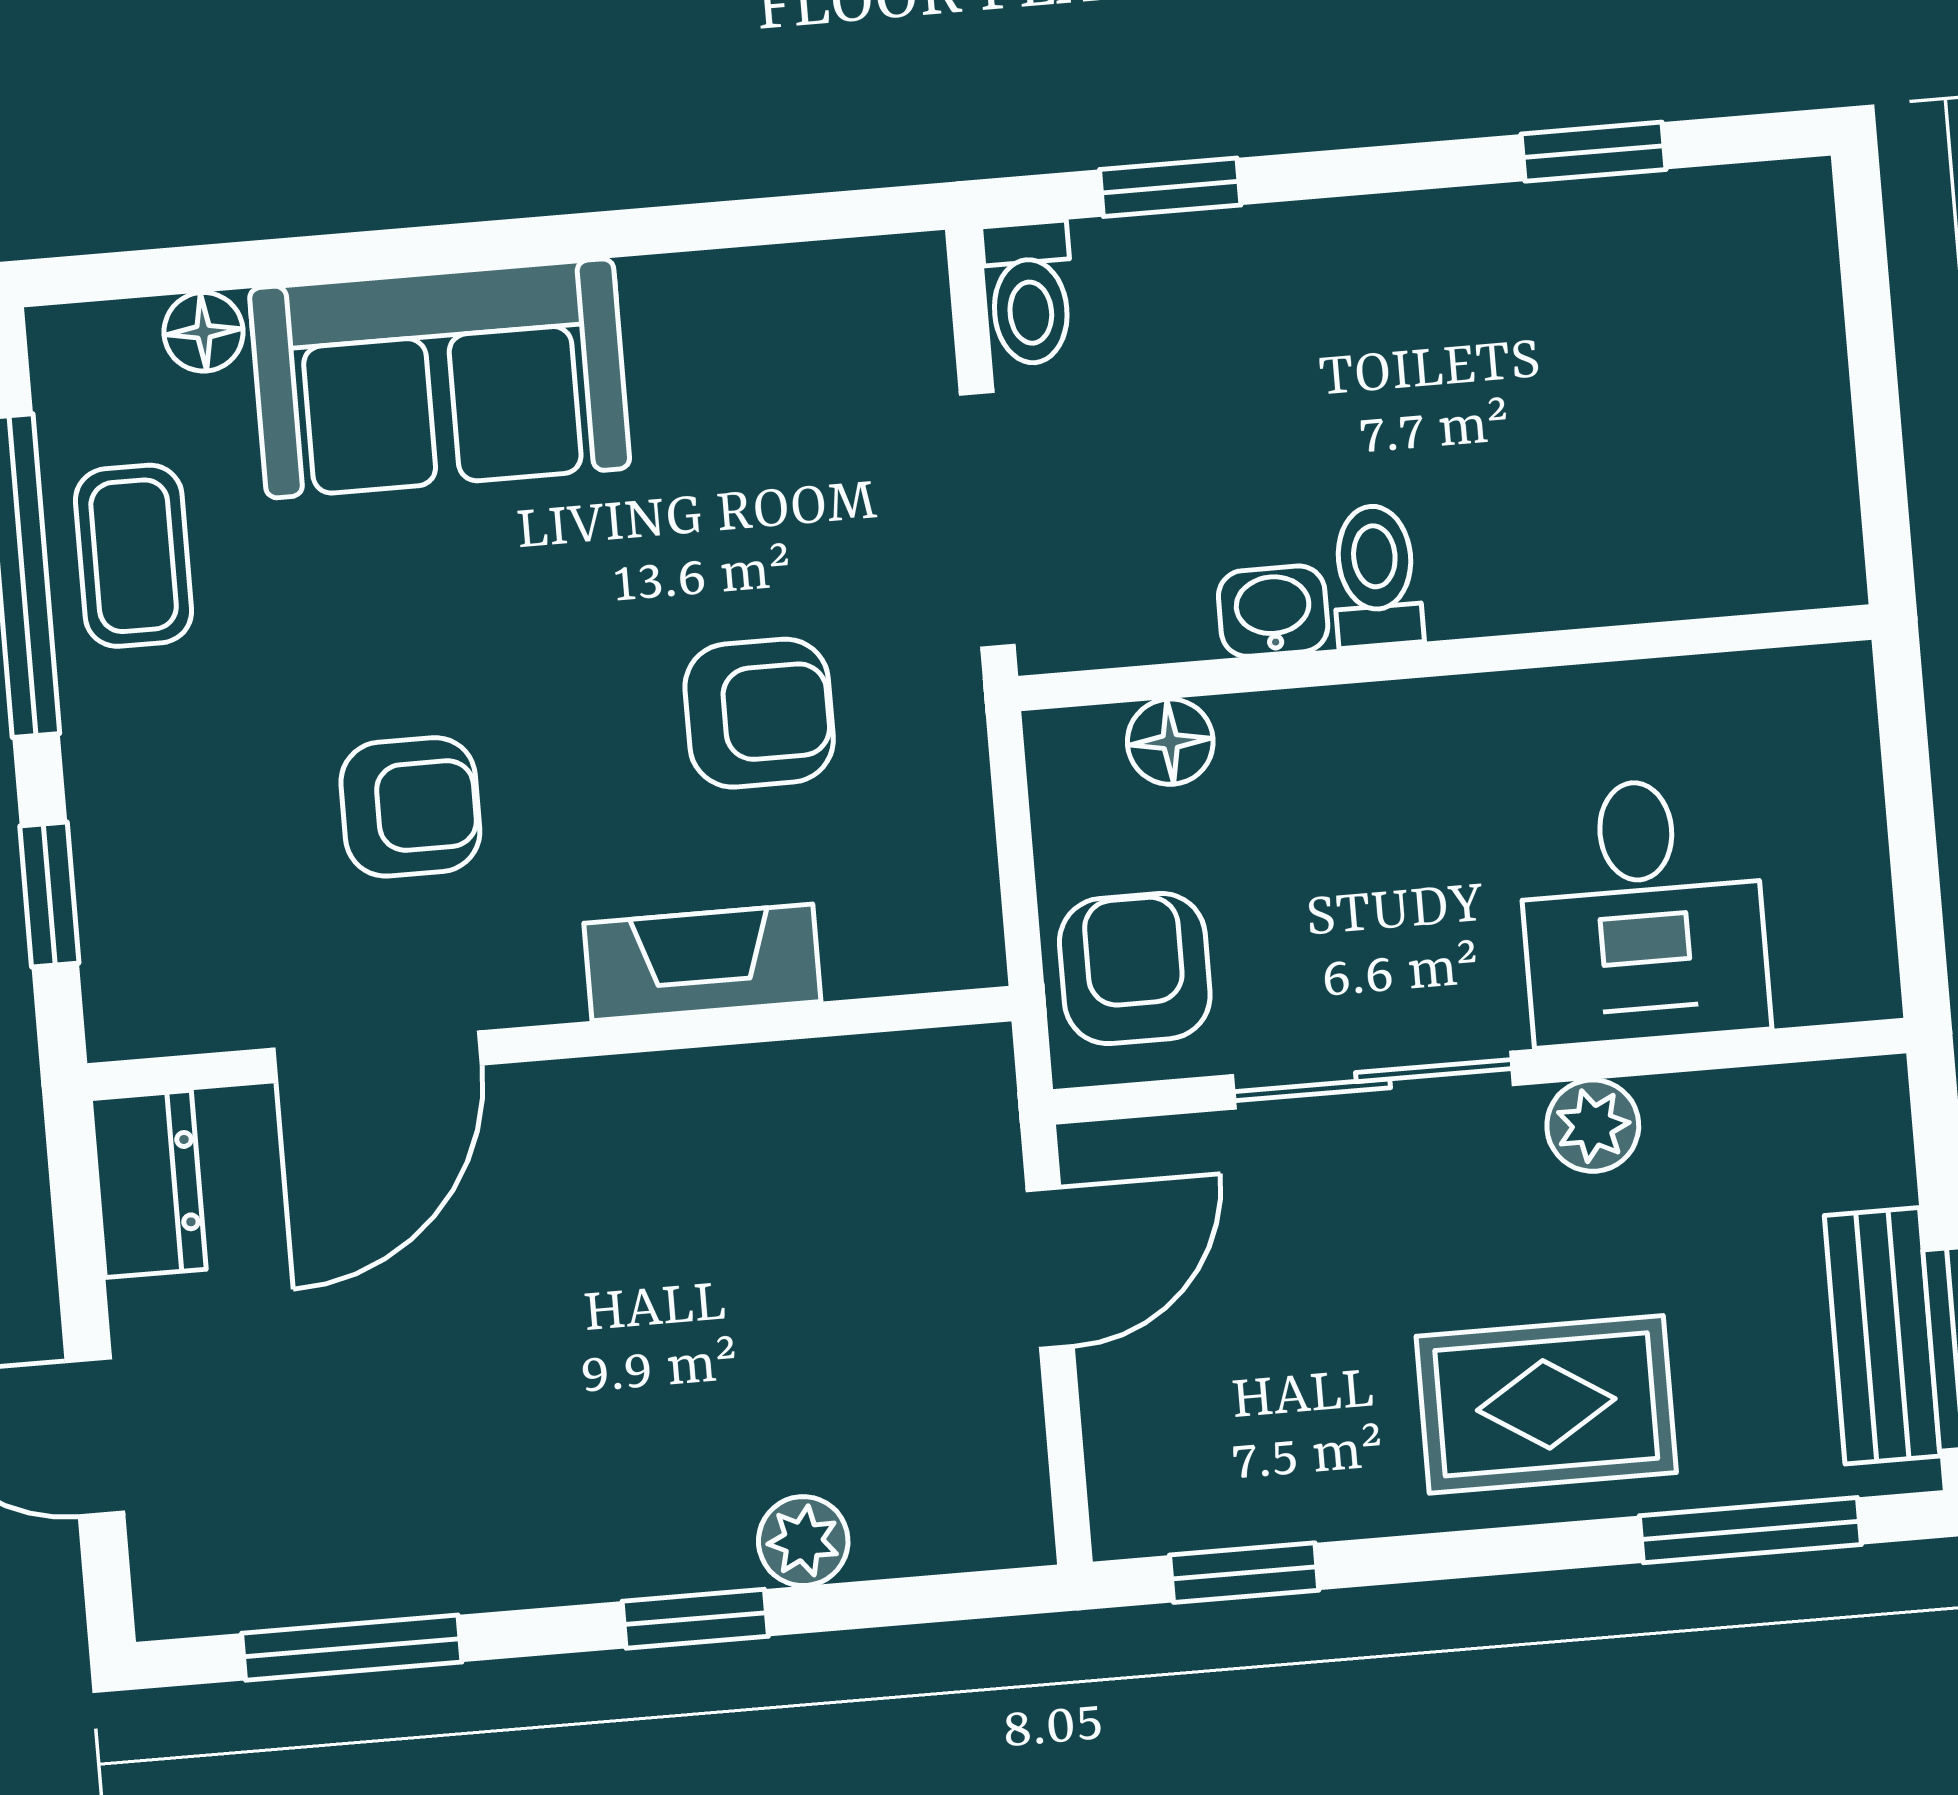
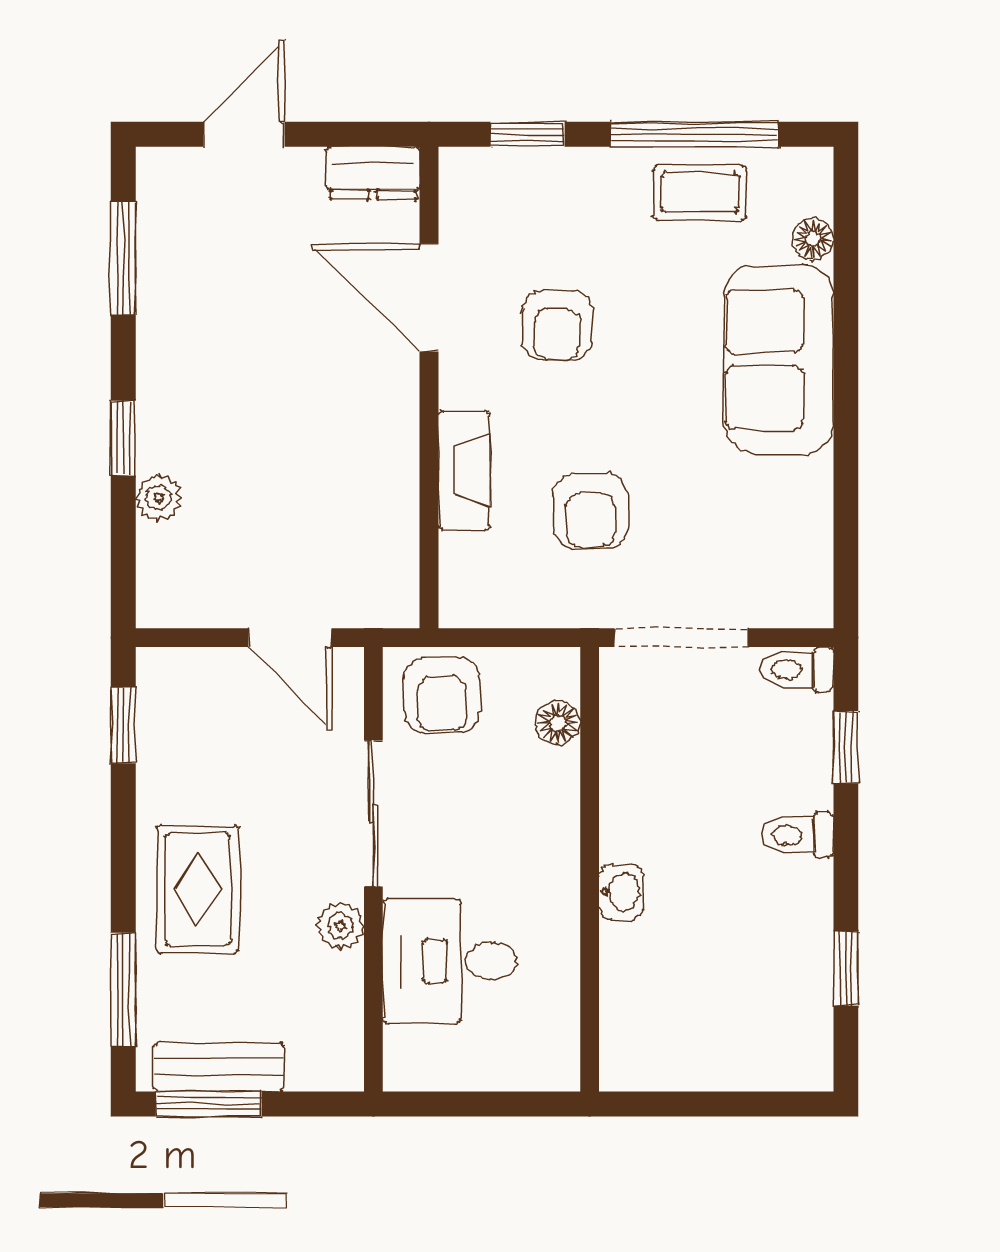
toilet: (1376, 576) -> (797, 835), moved, turned 180
washbasin: (1273, 611) -> (621, 892), moved
armchair: (1135, 969) -> (442, 695), turned 90

